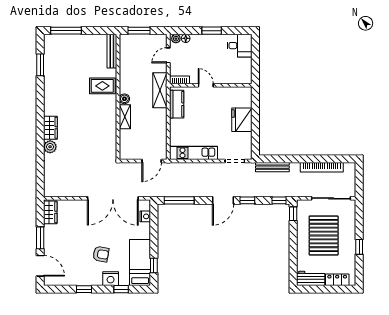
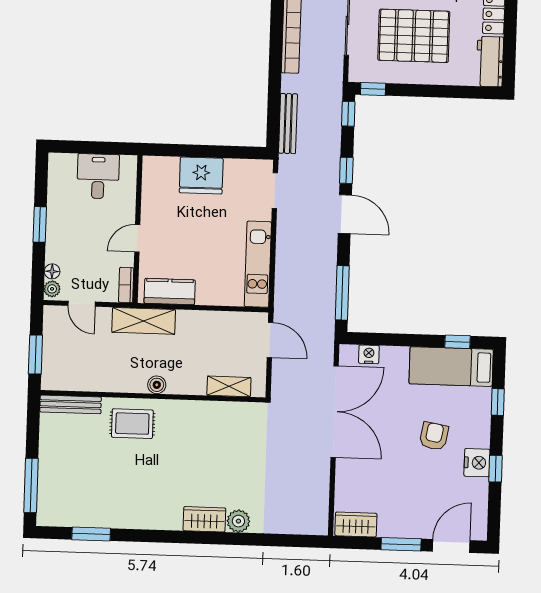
desk: (240, 46) -> (98, 176), moved
rug: (102, 86) -> (132, 424), turned 90
shelving: (125, 117) -> (229, 386), moved
nightstand: (111, 279) -> (477, 463), moved

